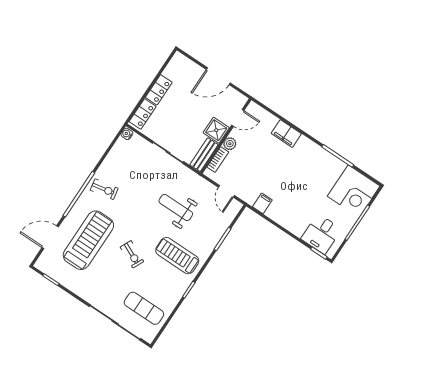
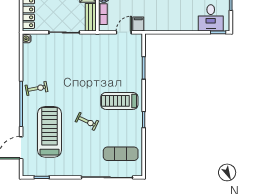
door: (226, 191) -> (124, 32), swing flipped
filing cabinet: (262, 203) -> (138, 24), moved
weight bench: (176, 207) -> (96, 68), removed

